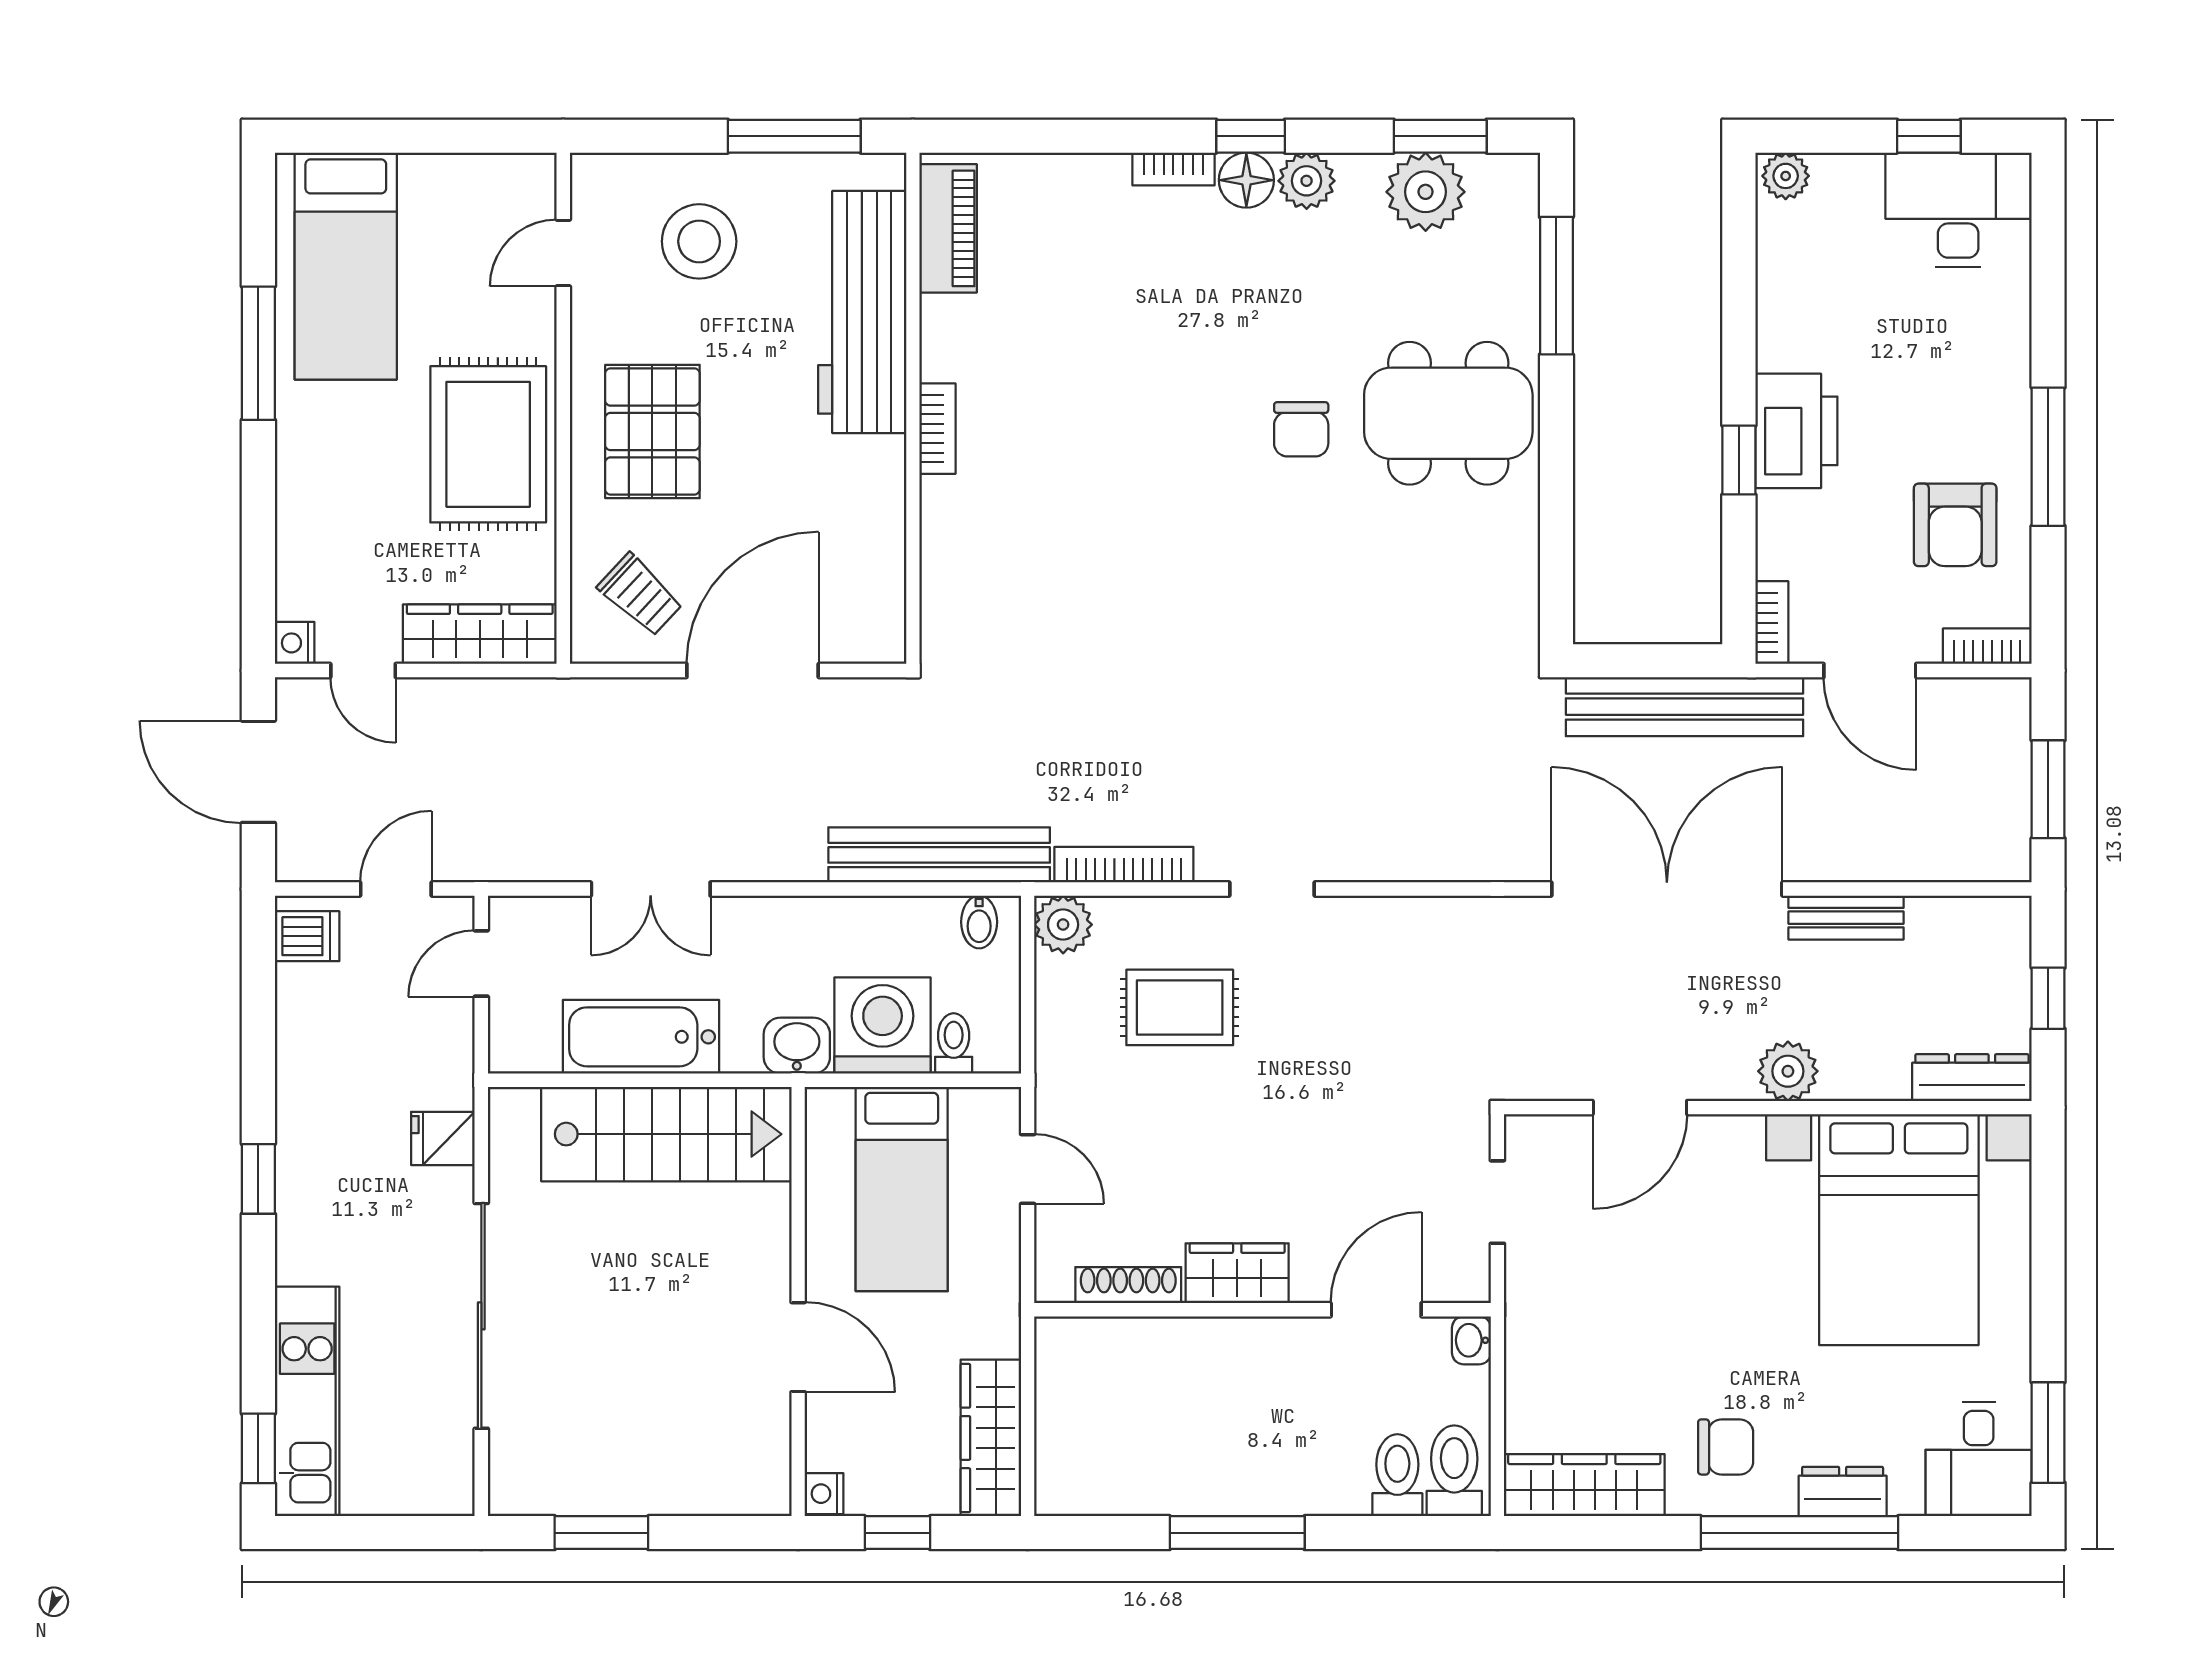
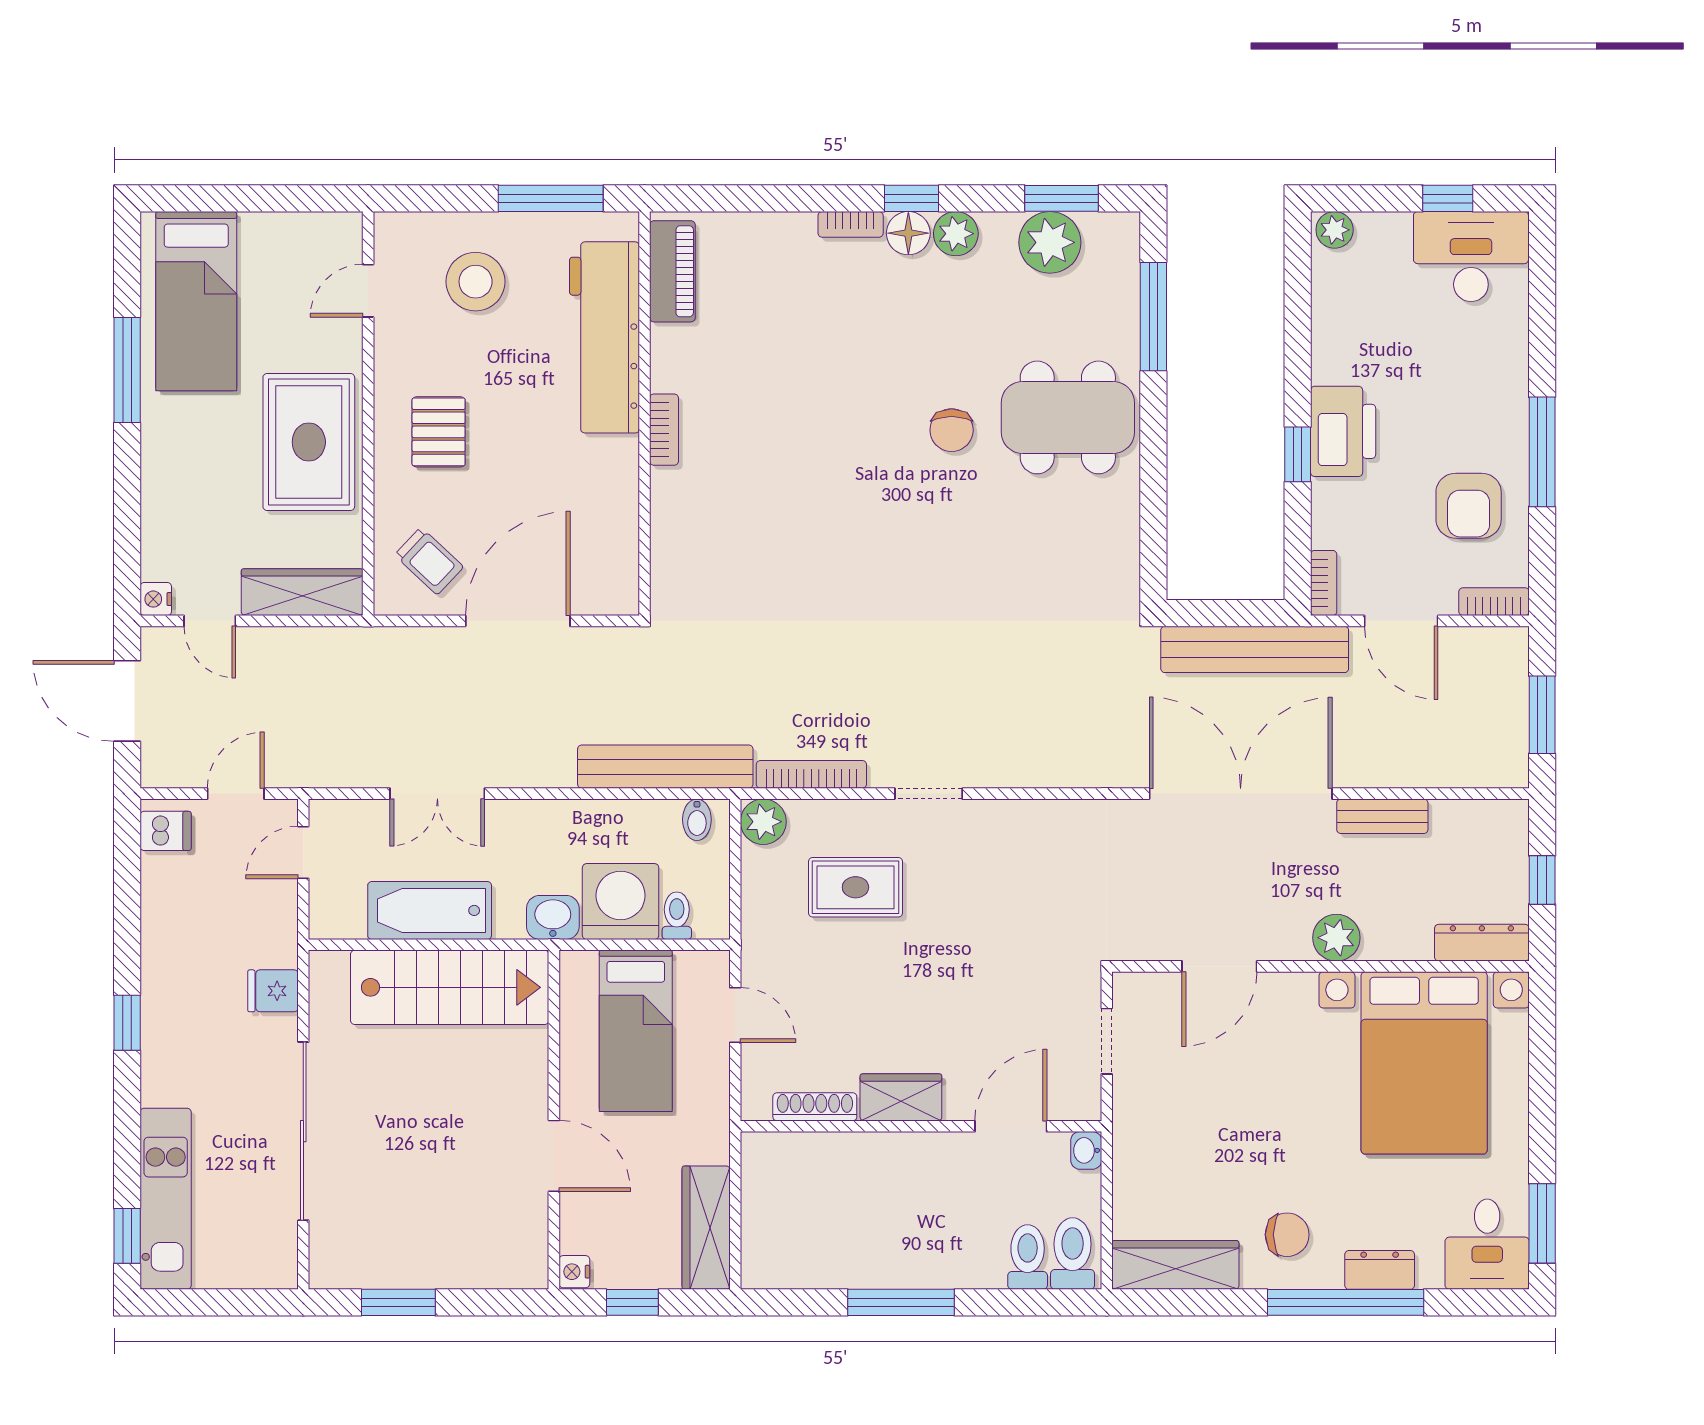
pallet: (652, 432) -> (439, 432), width x0.67, depth x0.71

